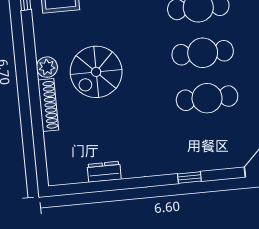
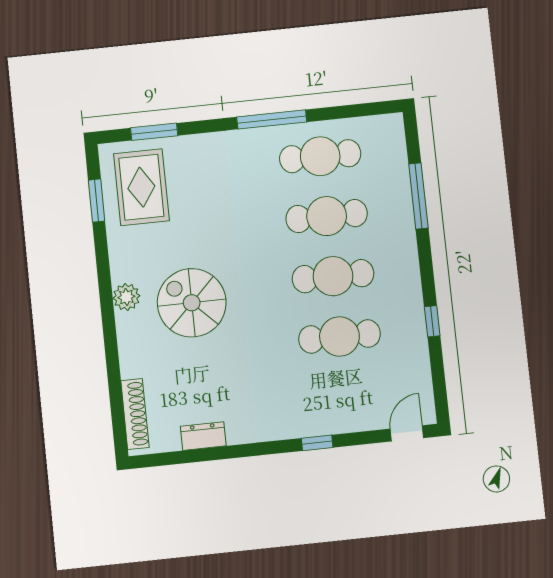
spiral stairs: (96, 72) -> (192, 303), turned 90
shoe rack: (48, 105) -> (135, 414), moved

